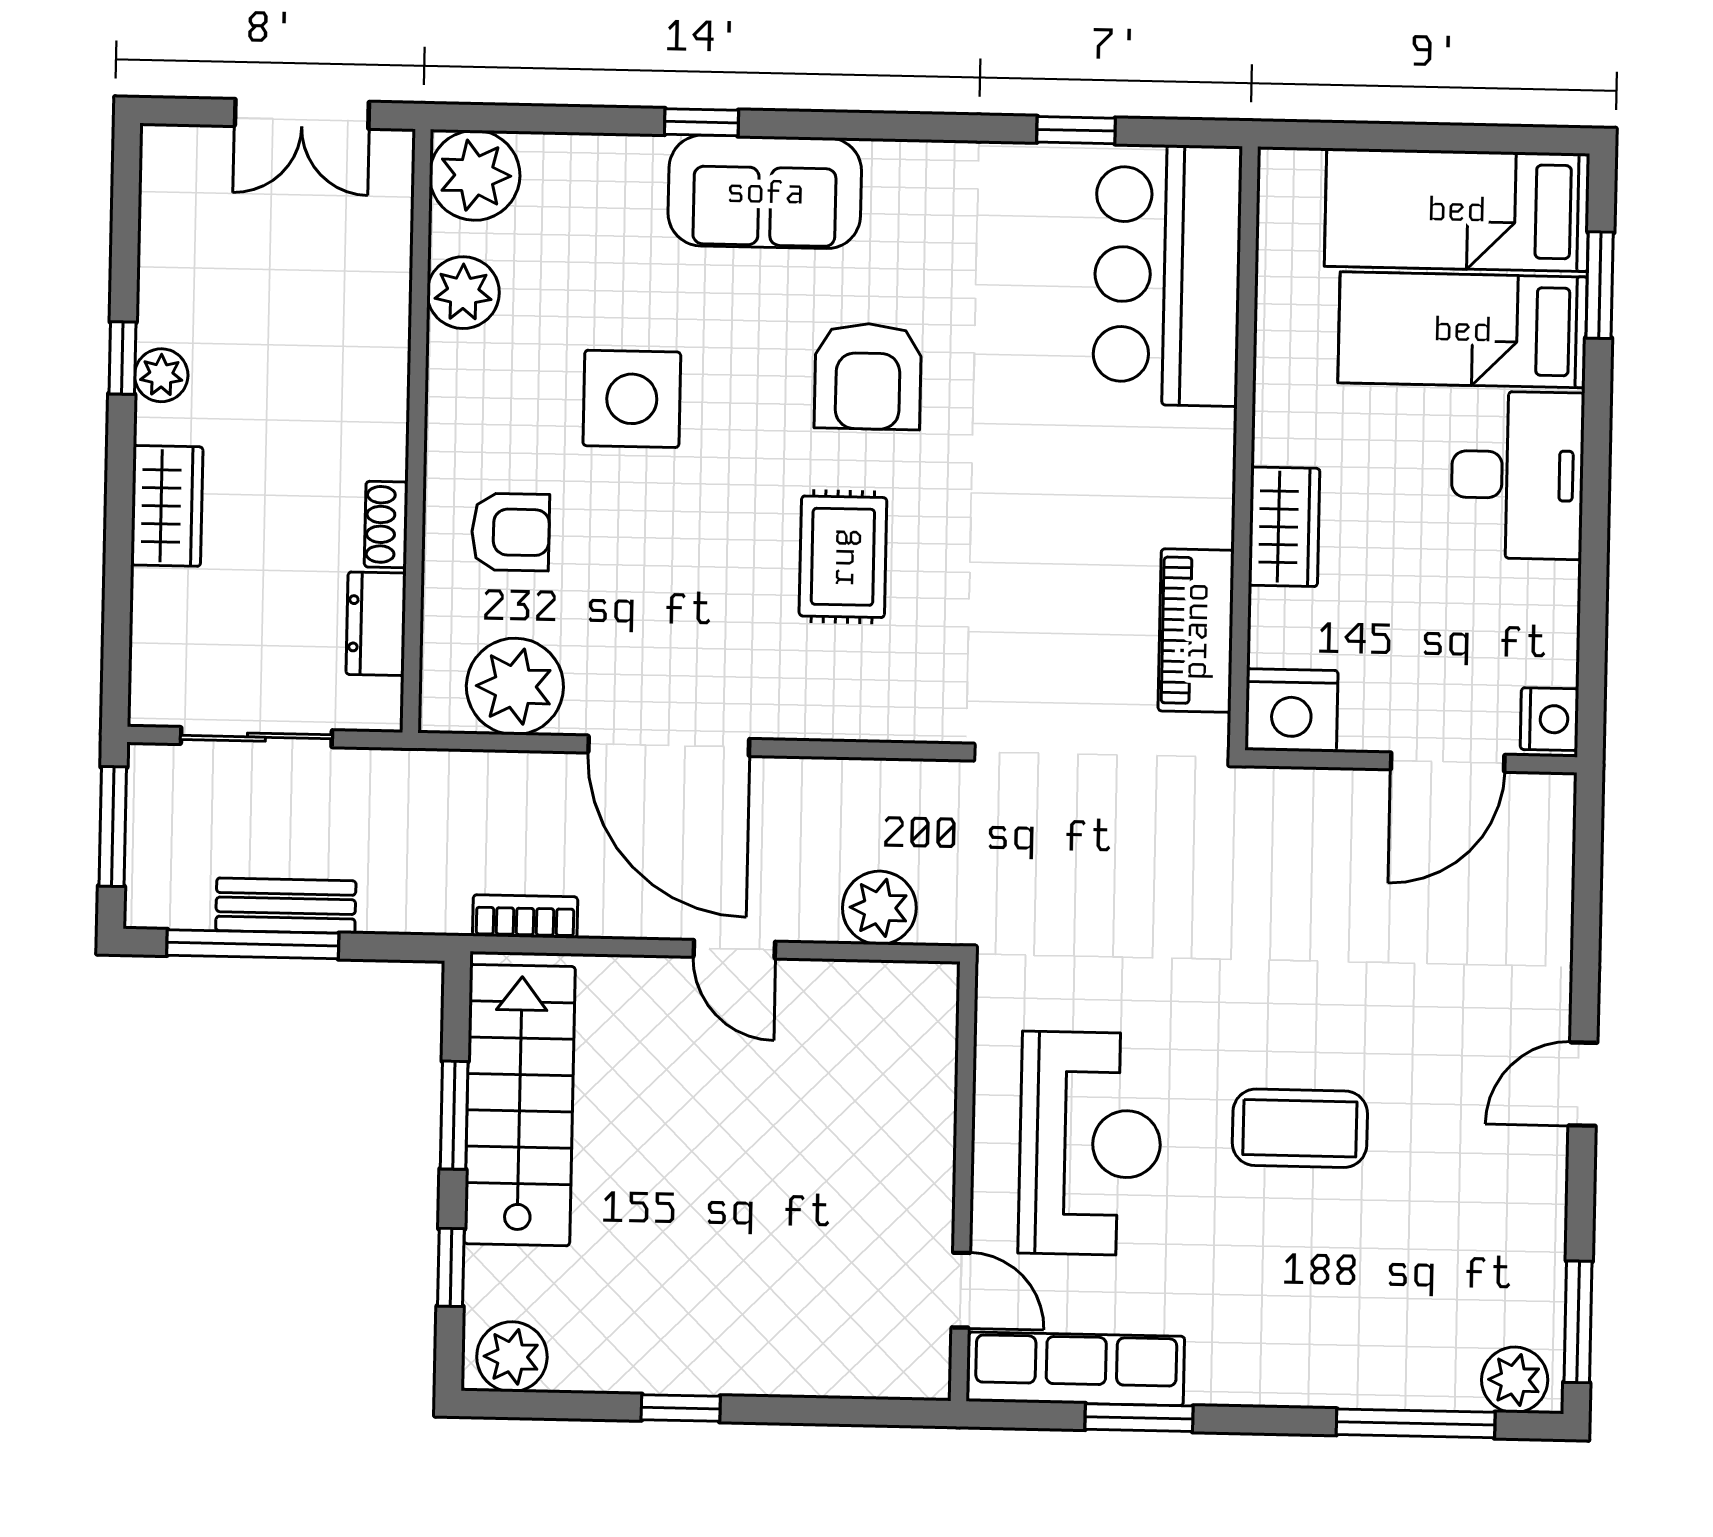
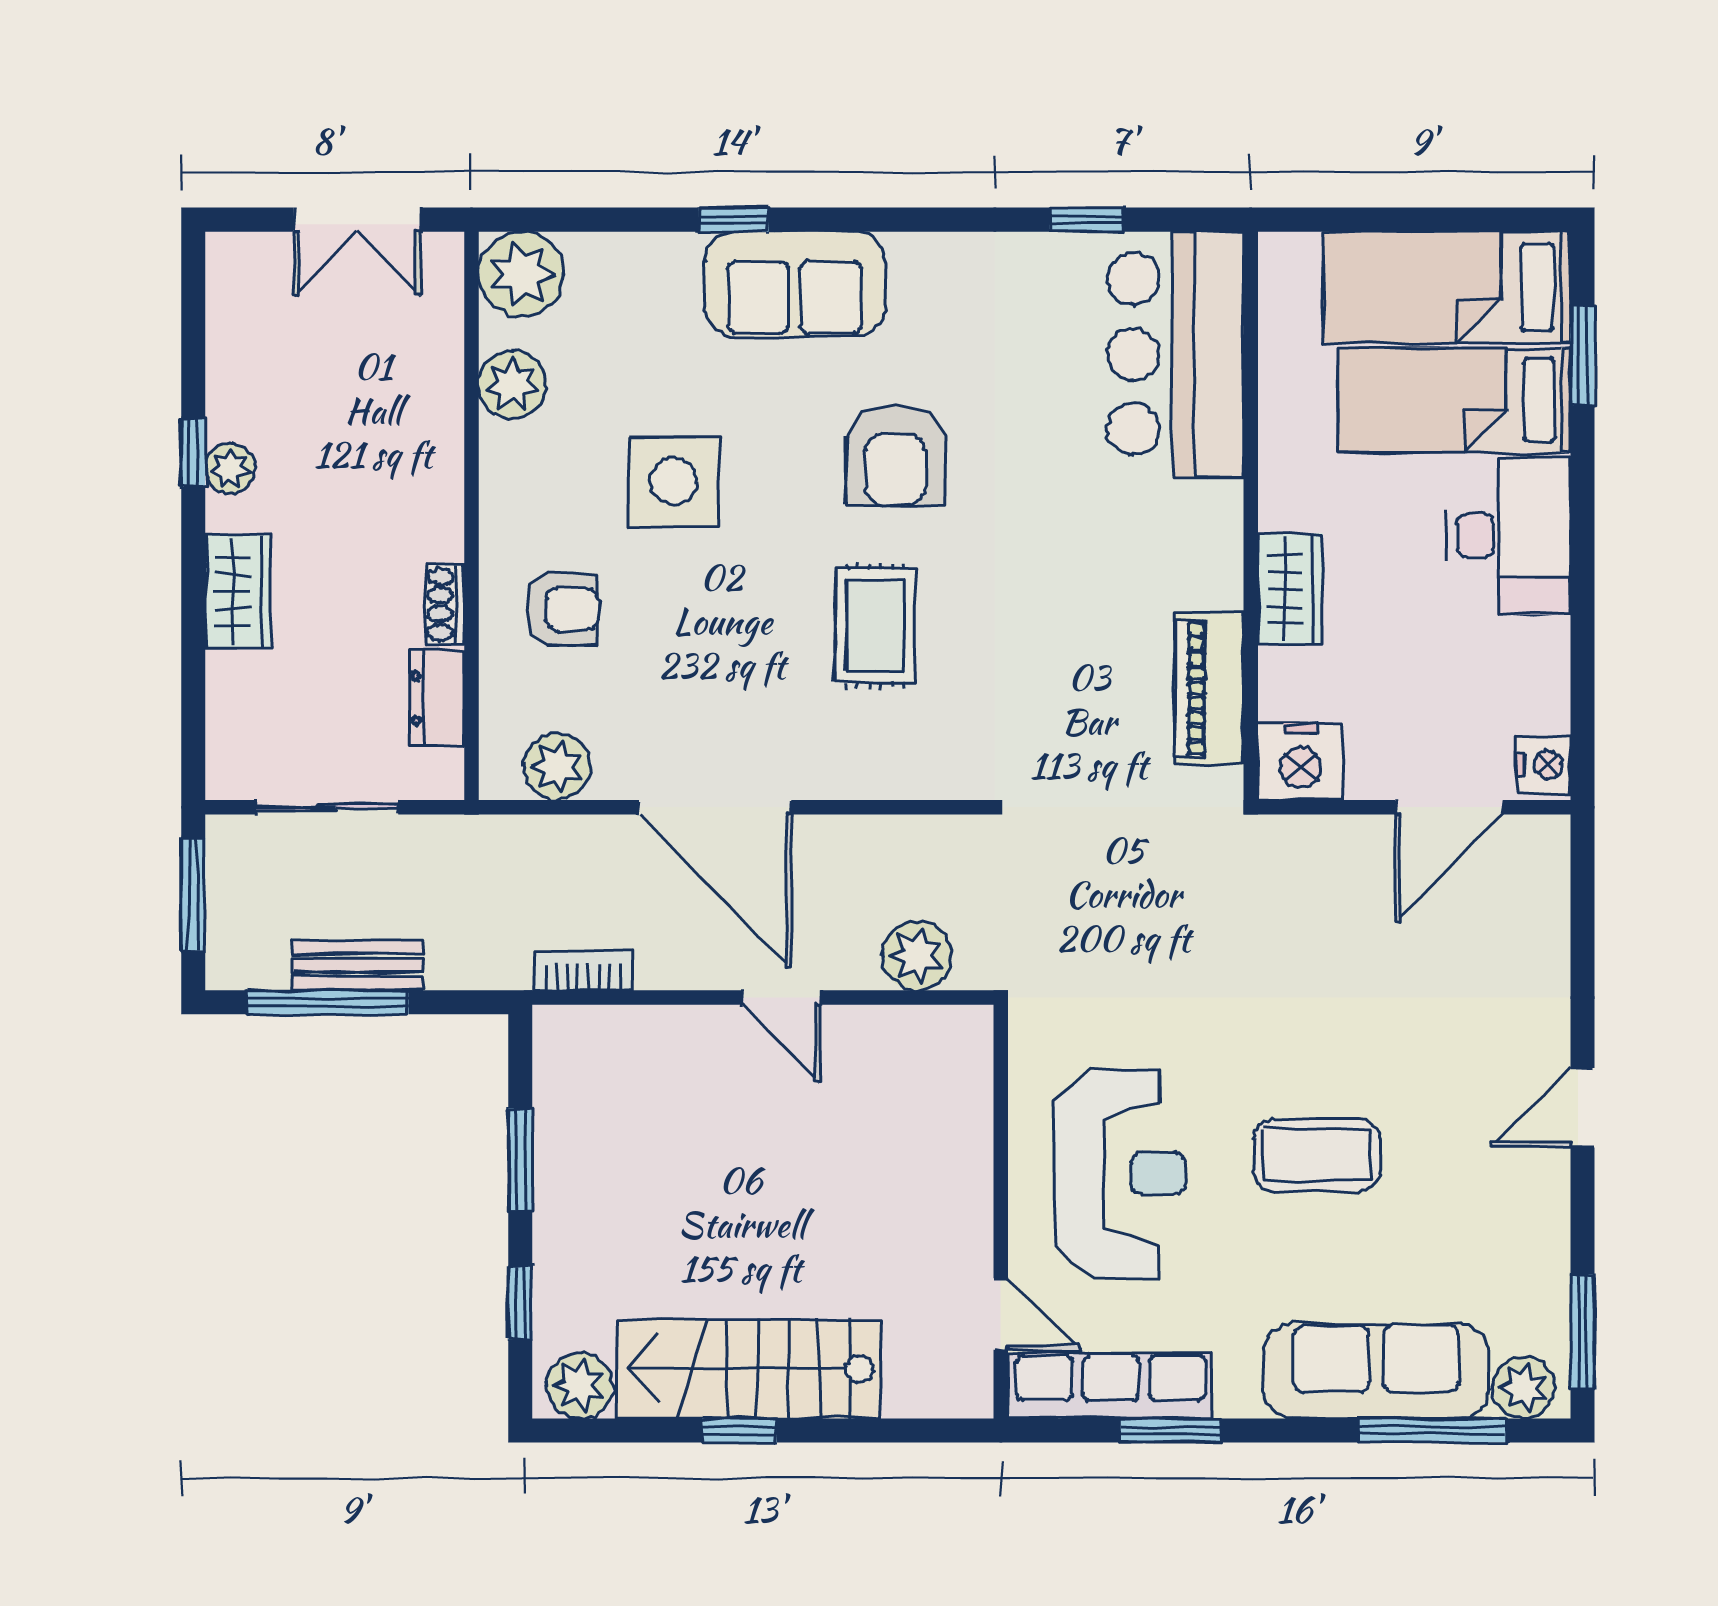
plant: (515, 686) -> (557, 767), width x0.73, depth x0.73
stairs: (520, 1105) -> (749, 1369), moved, turned -90
sofa: (1358, 1359) -> (1376, 1371), added

